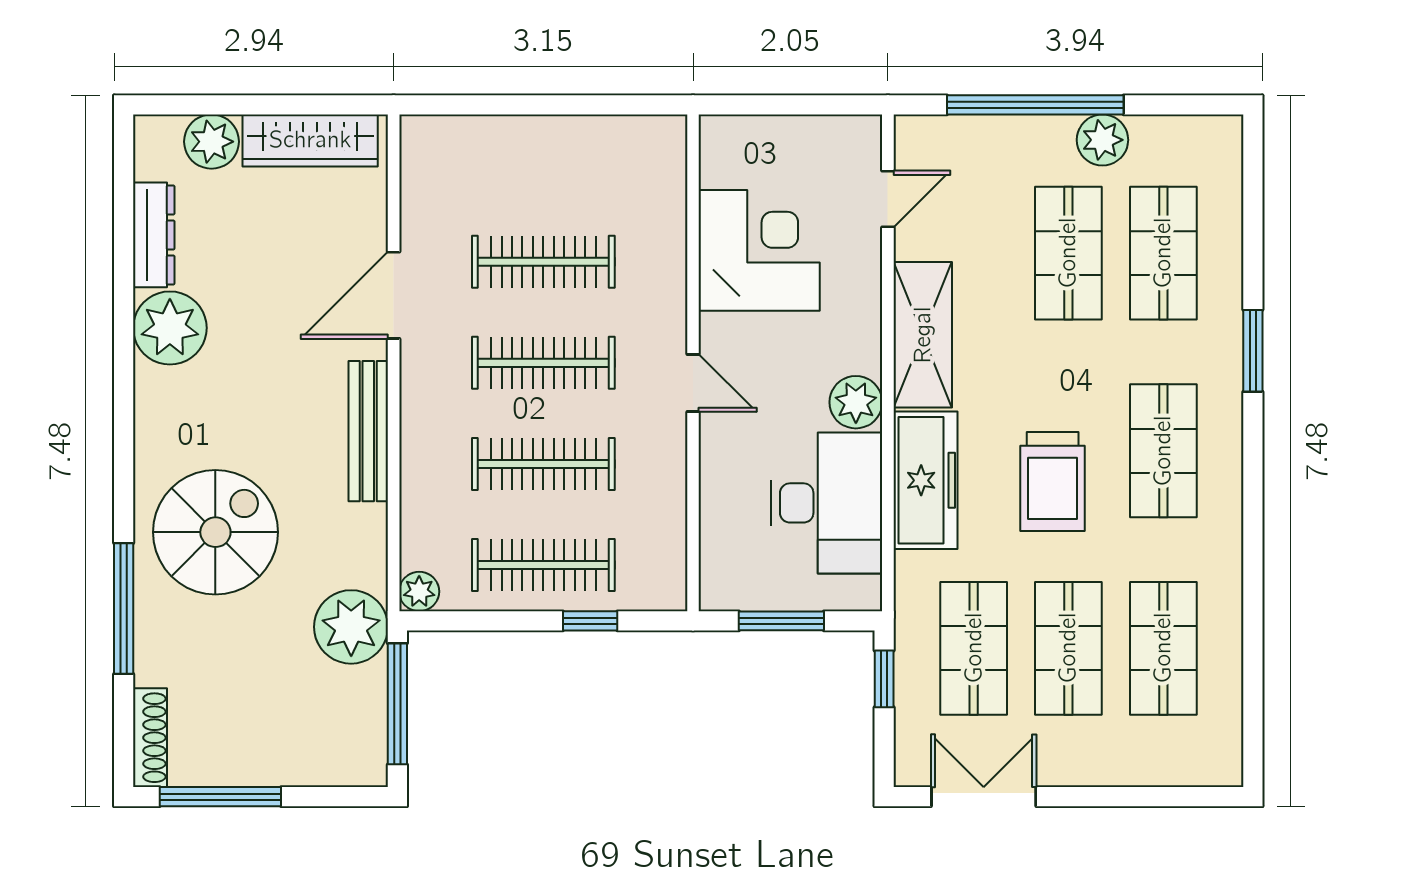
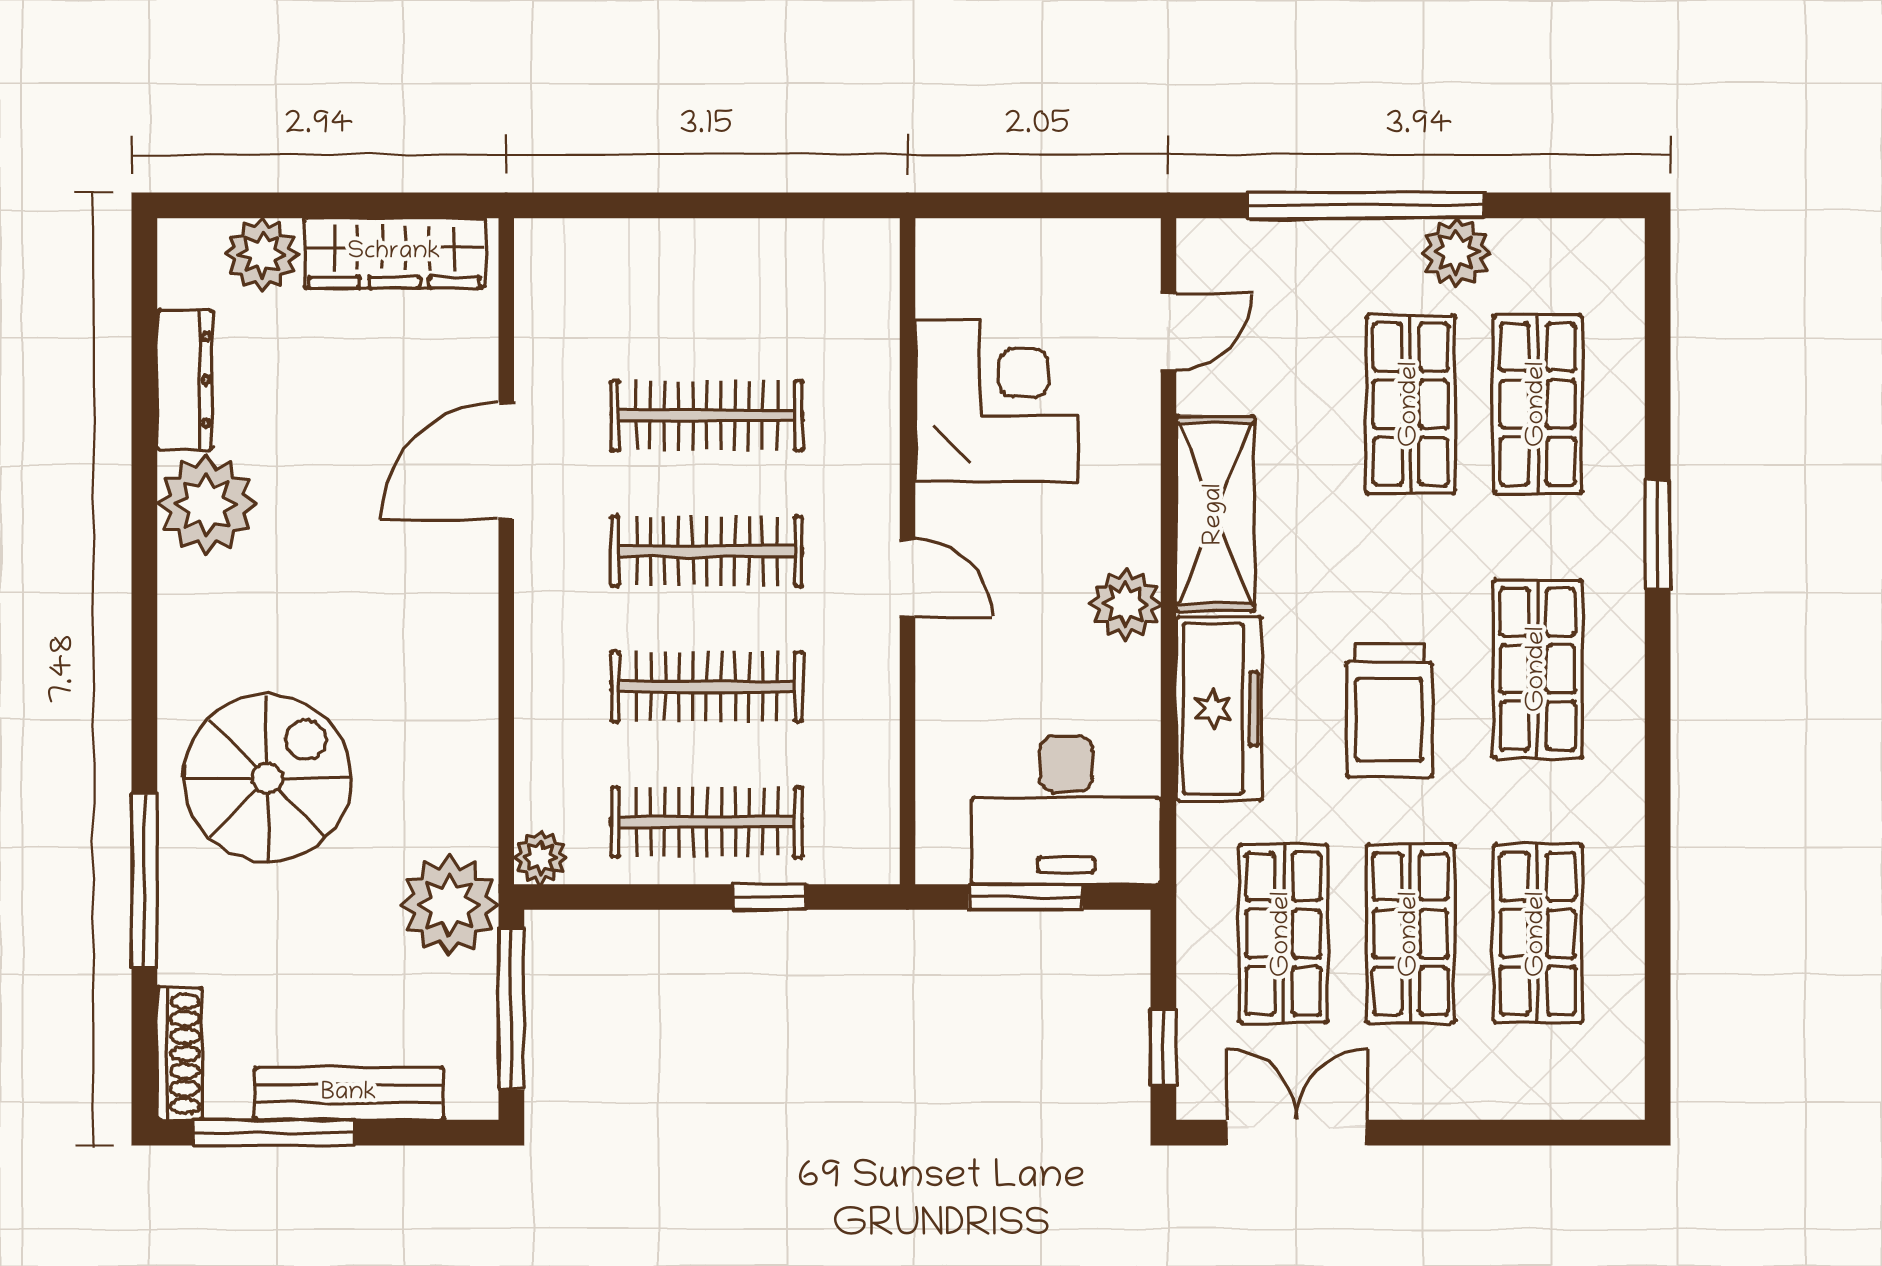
bench: (368, 431) -> (349, 1094), moved, turned 90
desk: (827, 503) -> (1066, 810), moved, turned 90
window: (884, 679) -> (1163, 1047), moved

